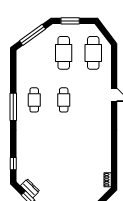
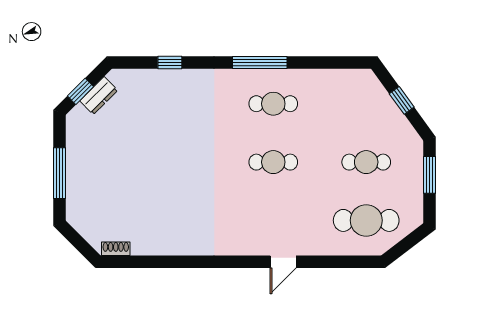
window: (32, 35) -> (402, 100), width x0.46
cafe table: (64, 53) -> (366, 162), width x0.73, depth x0.74
window: (13, 164) -> (170, 62), moved

